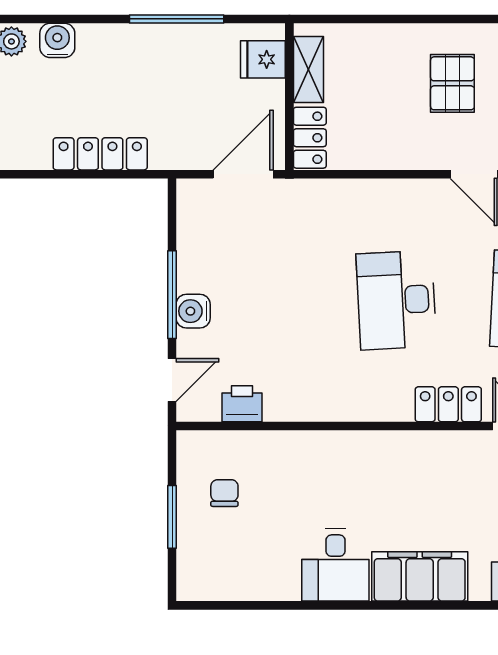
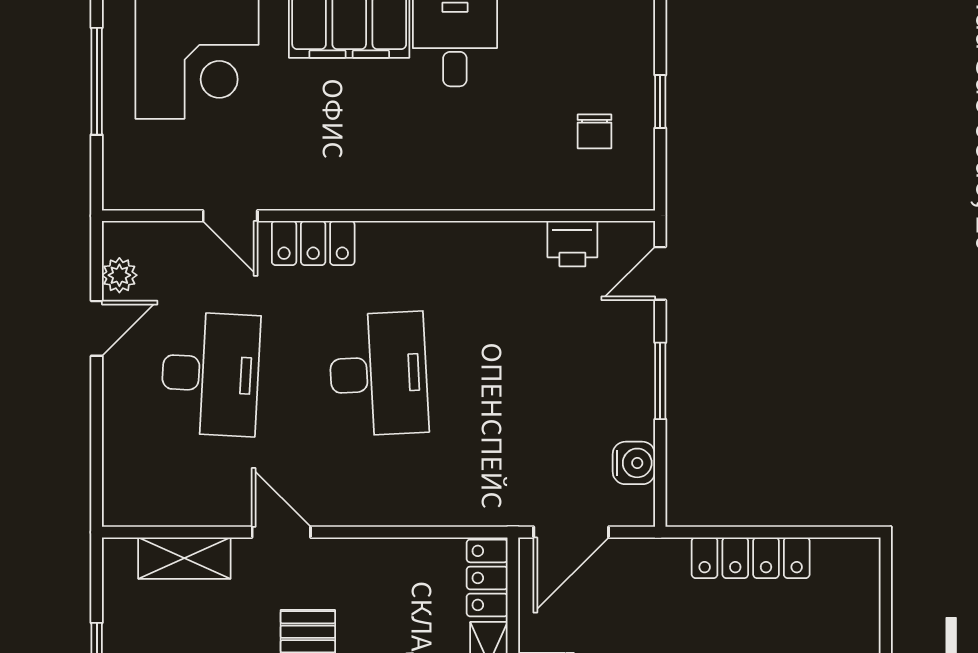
window: (172, 295) -> (660, 381), width x0.69
water cooler: (193, 311) -> (634, 463), moved
window: (172, 517) -> (660, 101), width x0.67

